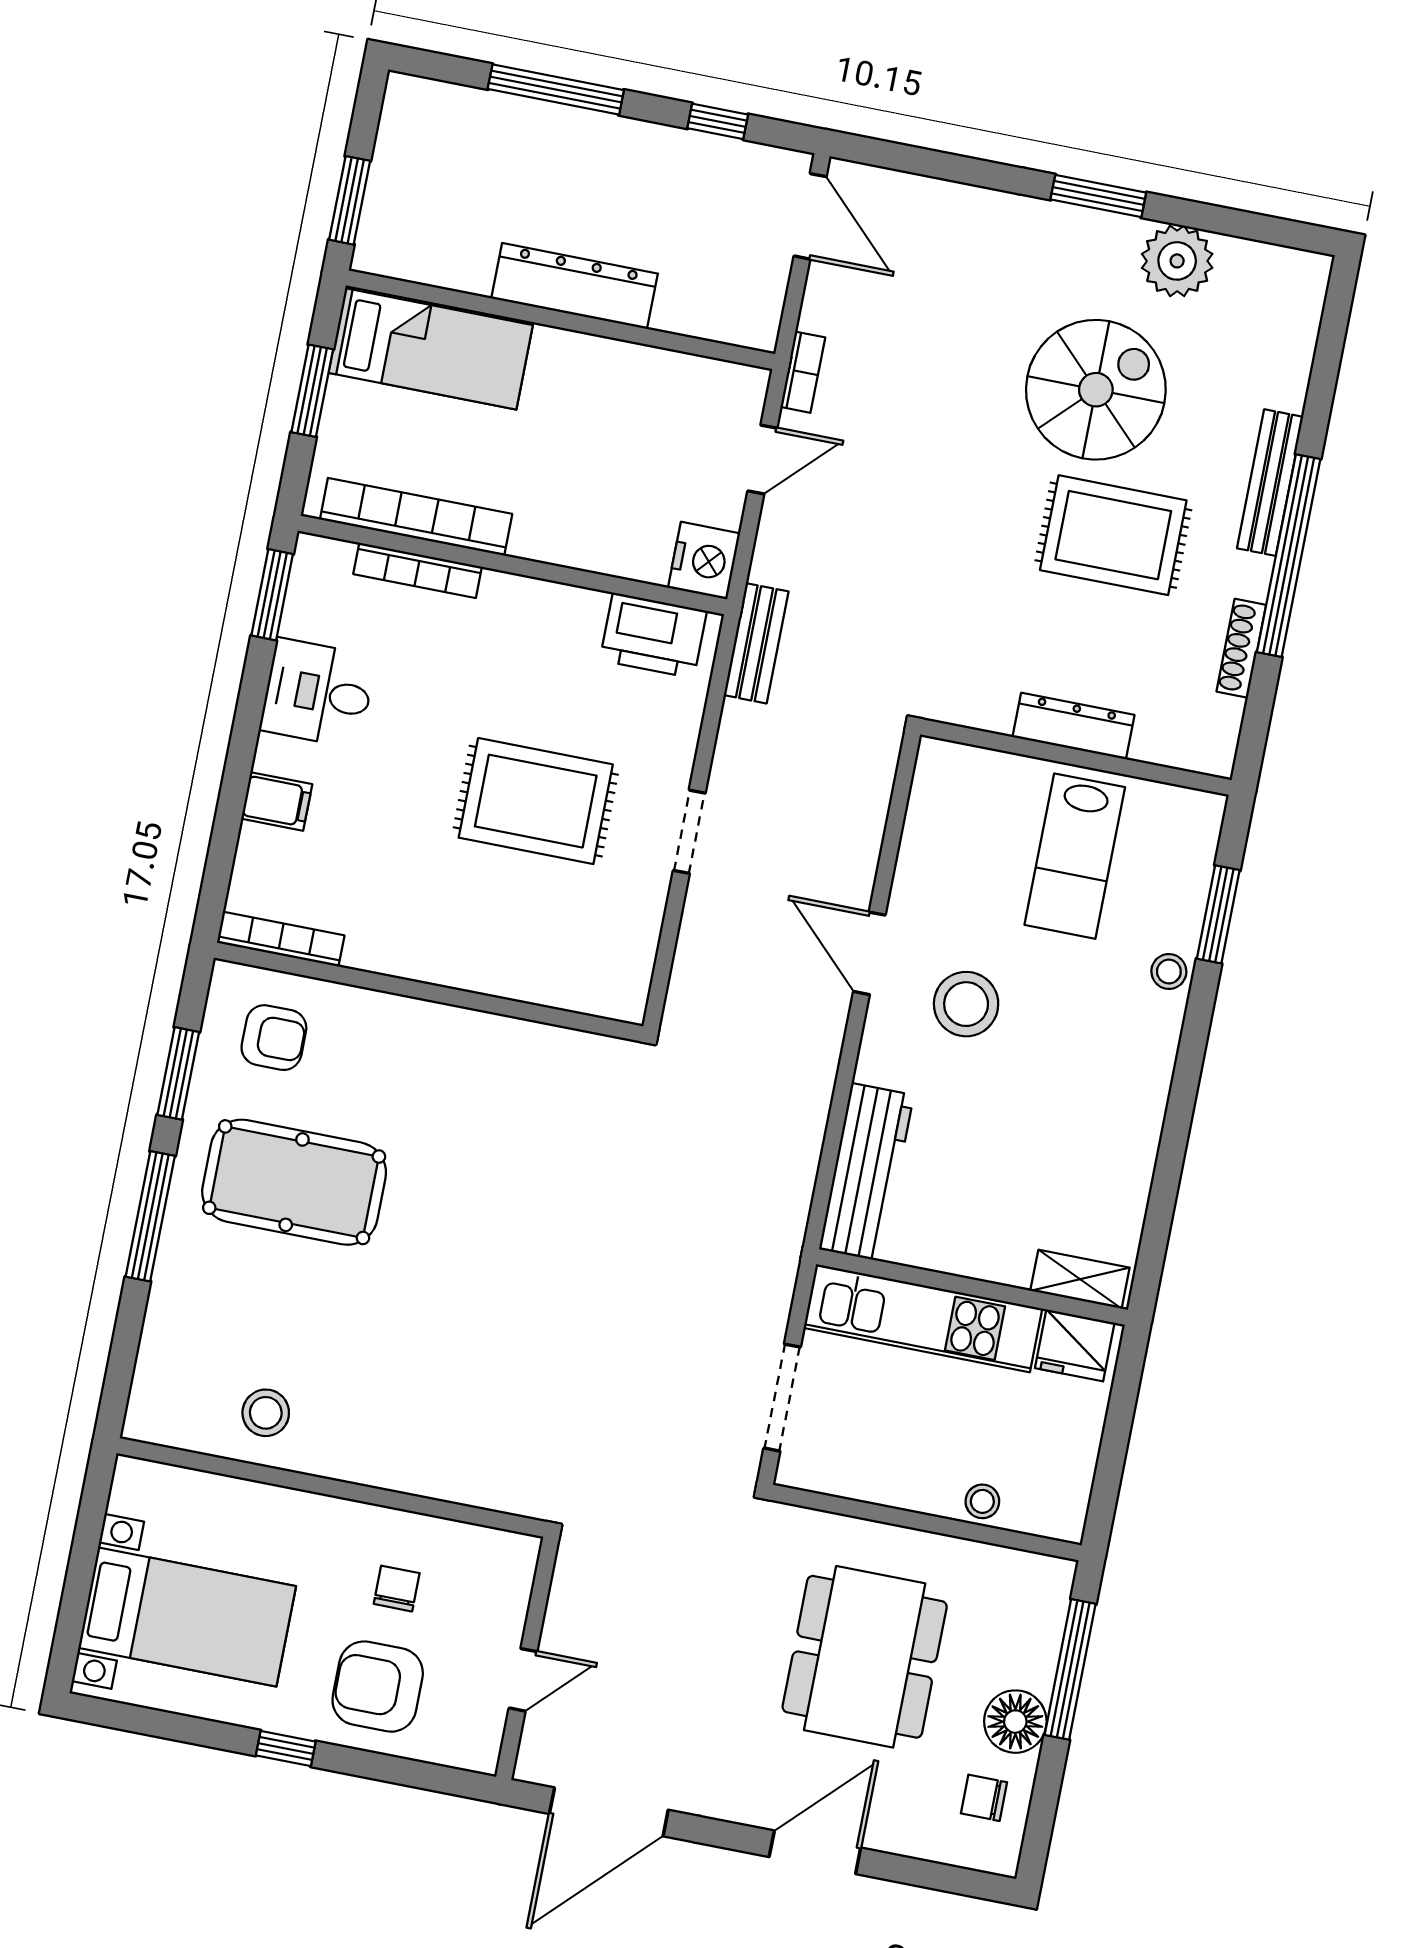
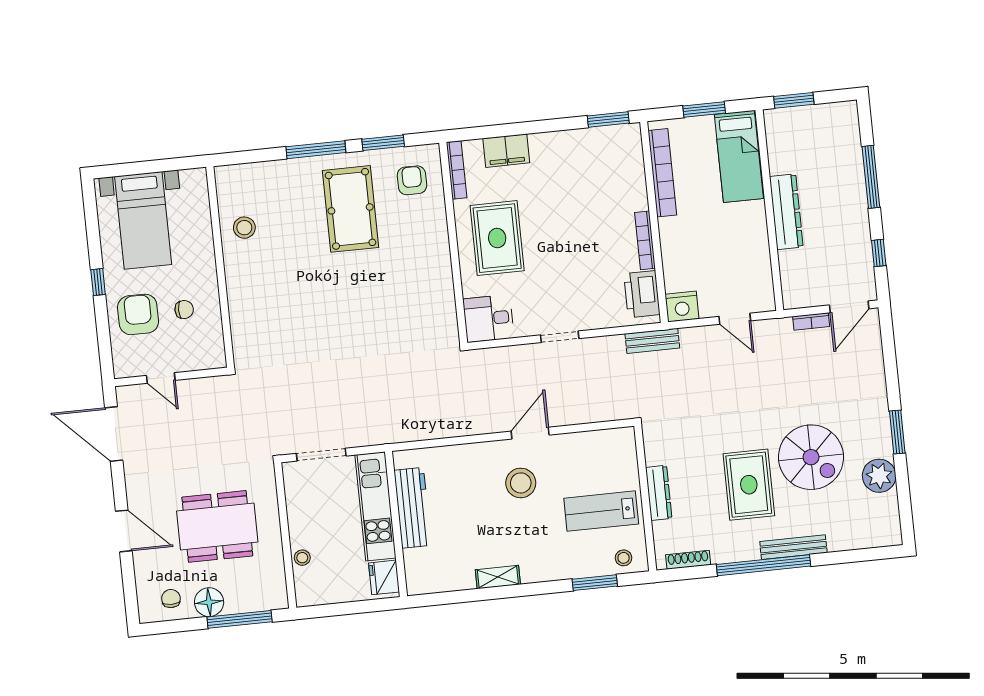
bookcase: (803, 372) -> (811, 321), moved
bookcase: (418, 570) -> (645, 240), moved
shoe rack: (1241, 648) -> (688, 560), moved
desk: (318, 693) -> (488, 318), moved, turned -90
filing cabinet: (277, 801) -> (506, 151), width x2.00
rug: (536, 801) -> (497, 238), moved
stool: (1169, 971) -> (624, 558), moved
armchair: (274, 1038) -> (412, 180), turned 180
workbench: (866, 1172) -> (413, 508), moved, turned -90
shelving: (1080, 1279) -> (498, 577), moved, turned 90

